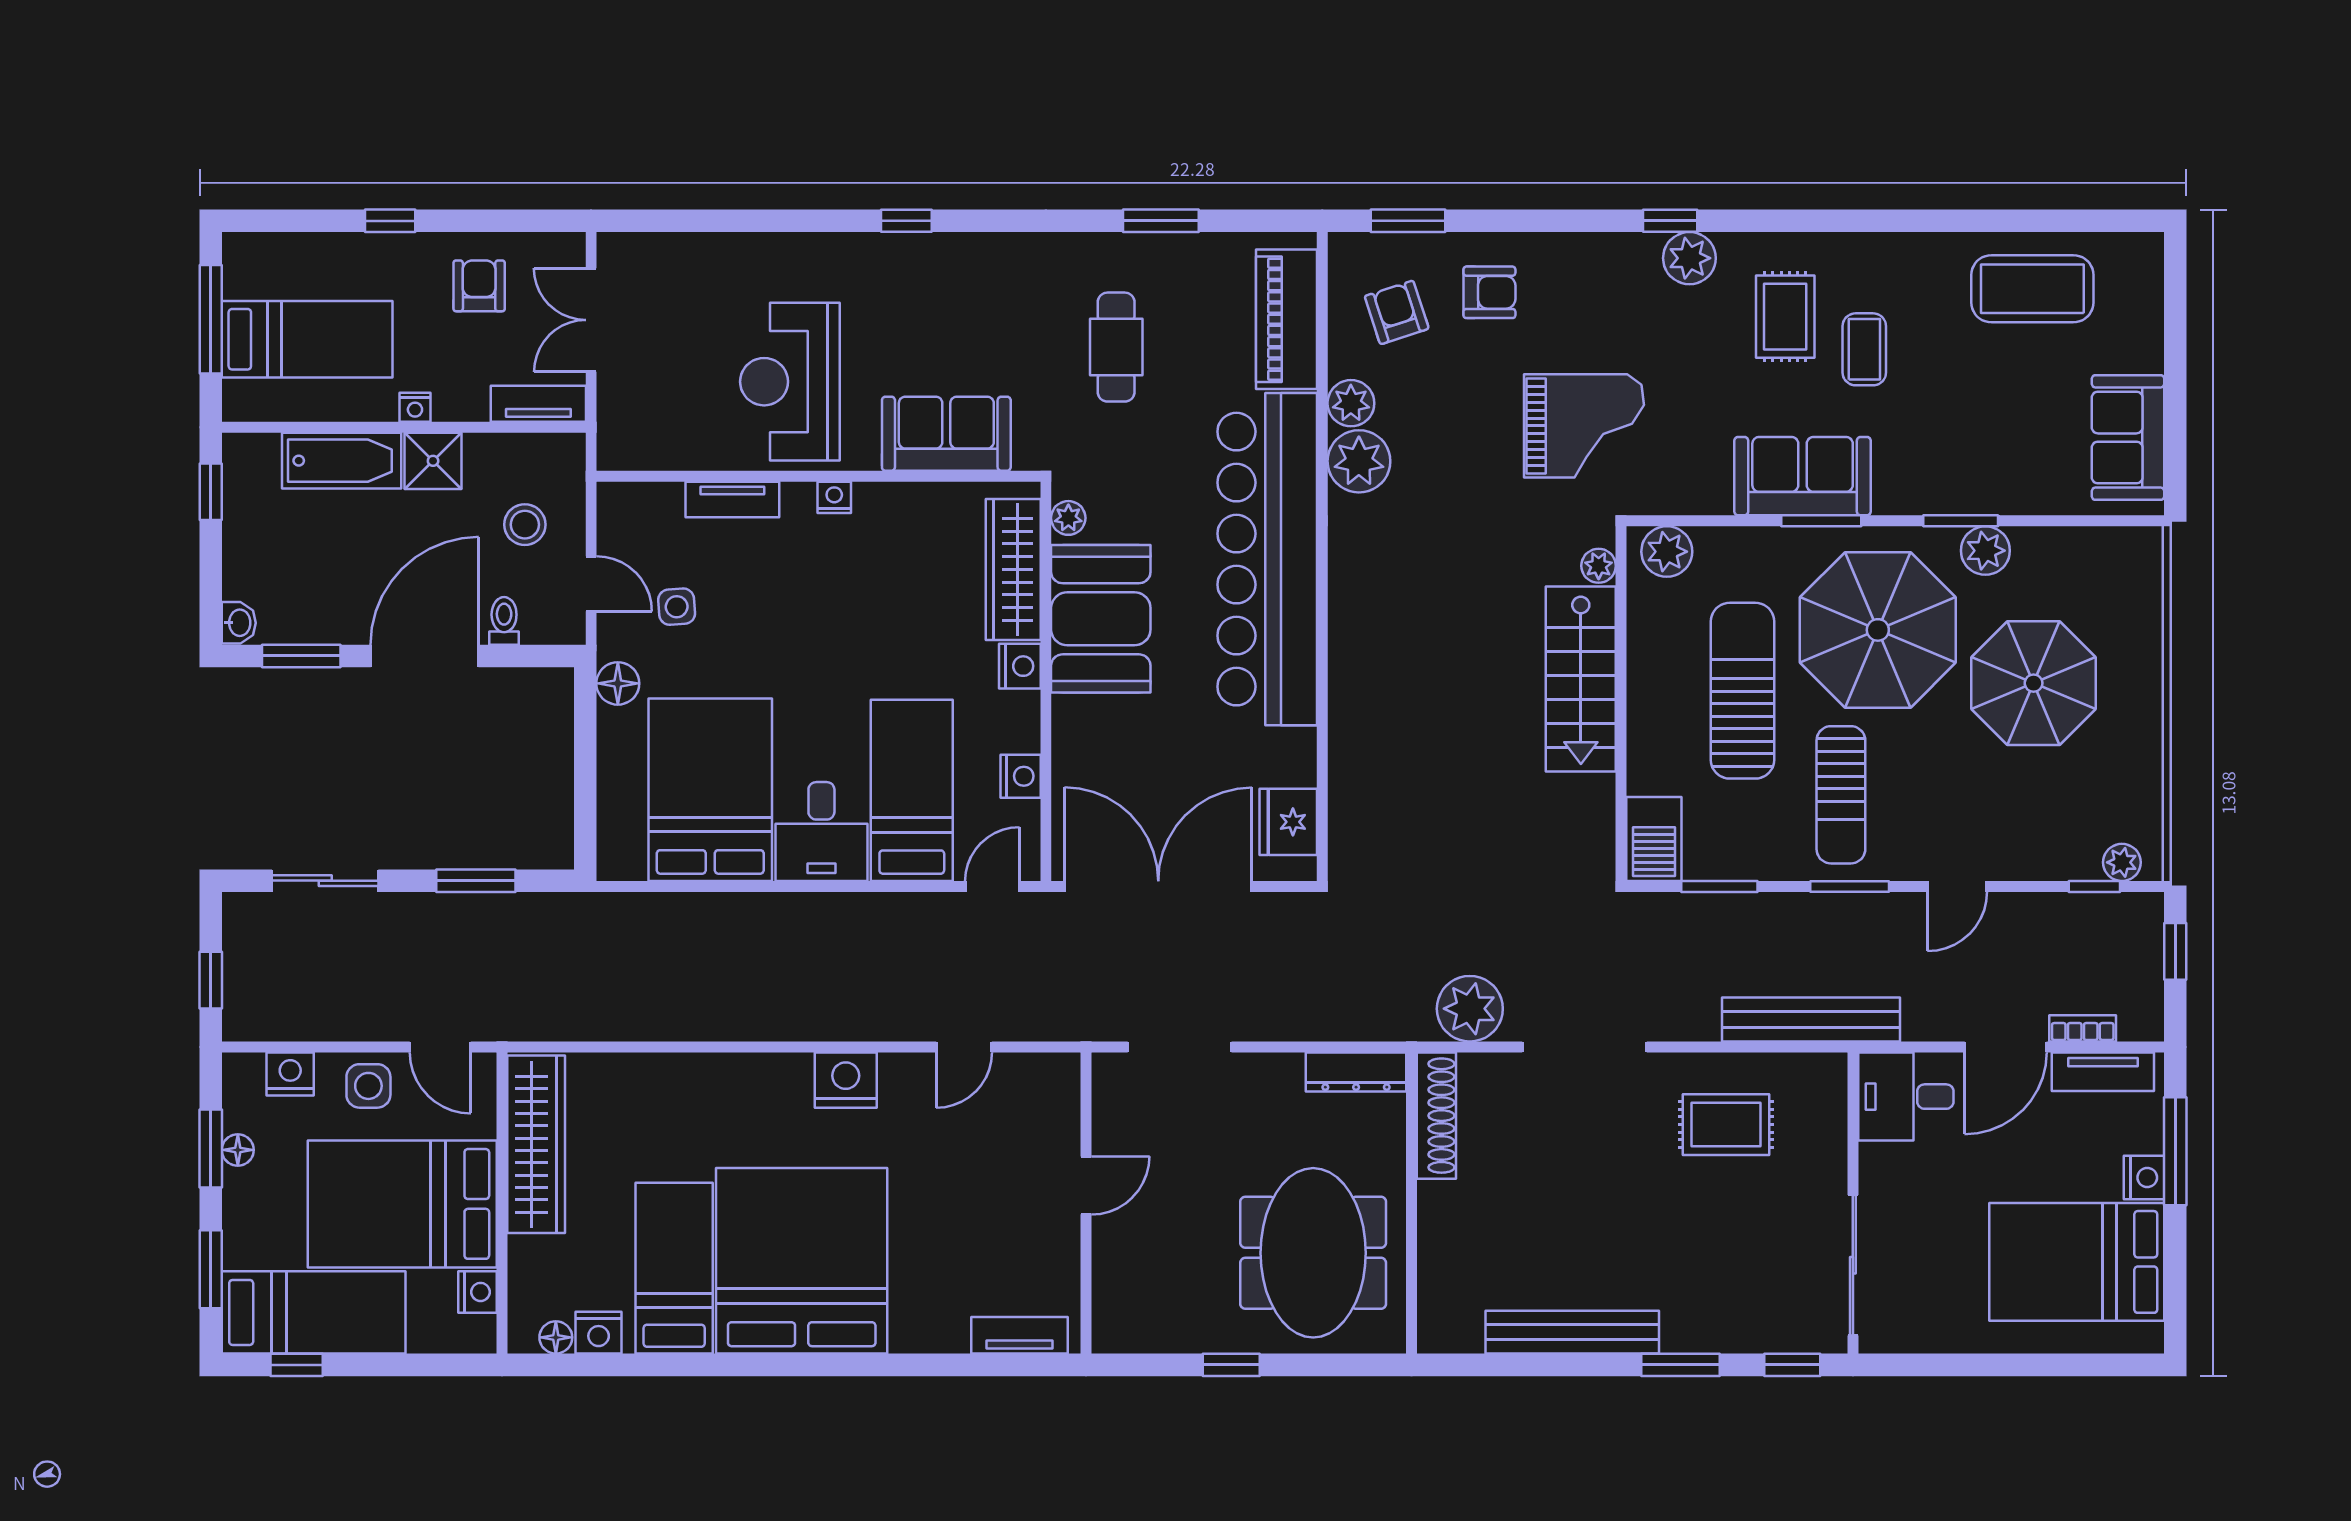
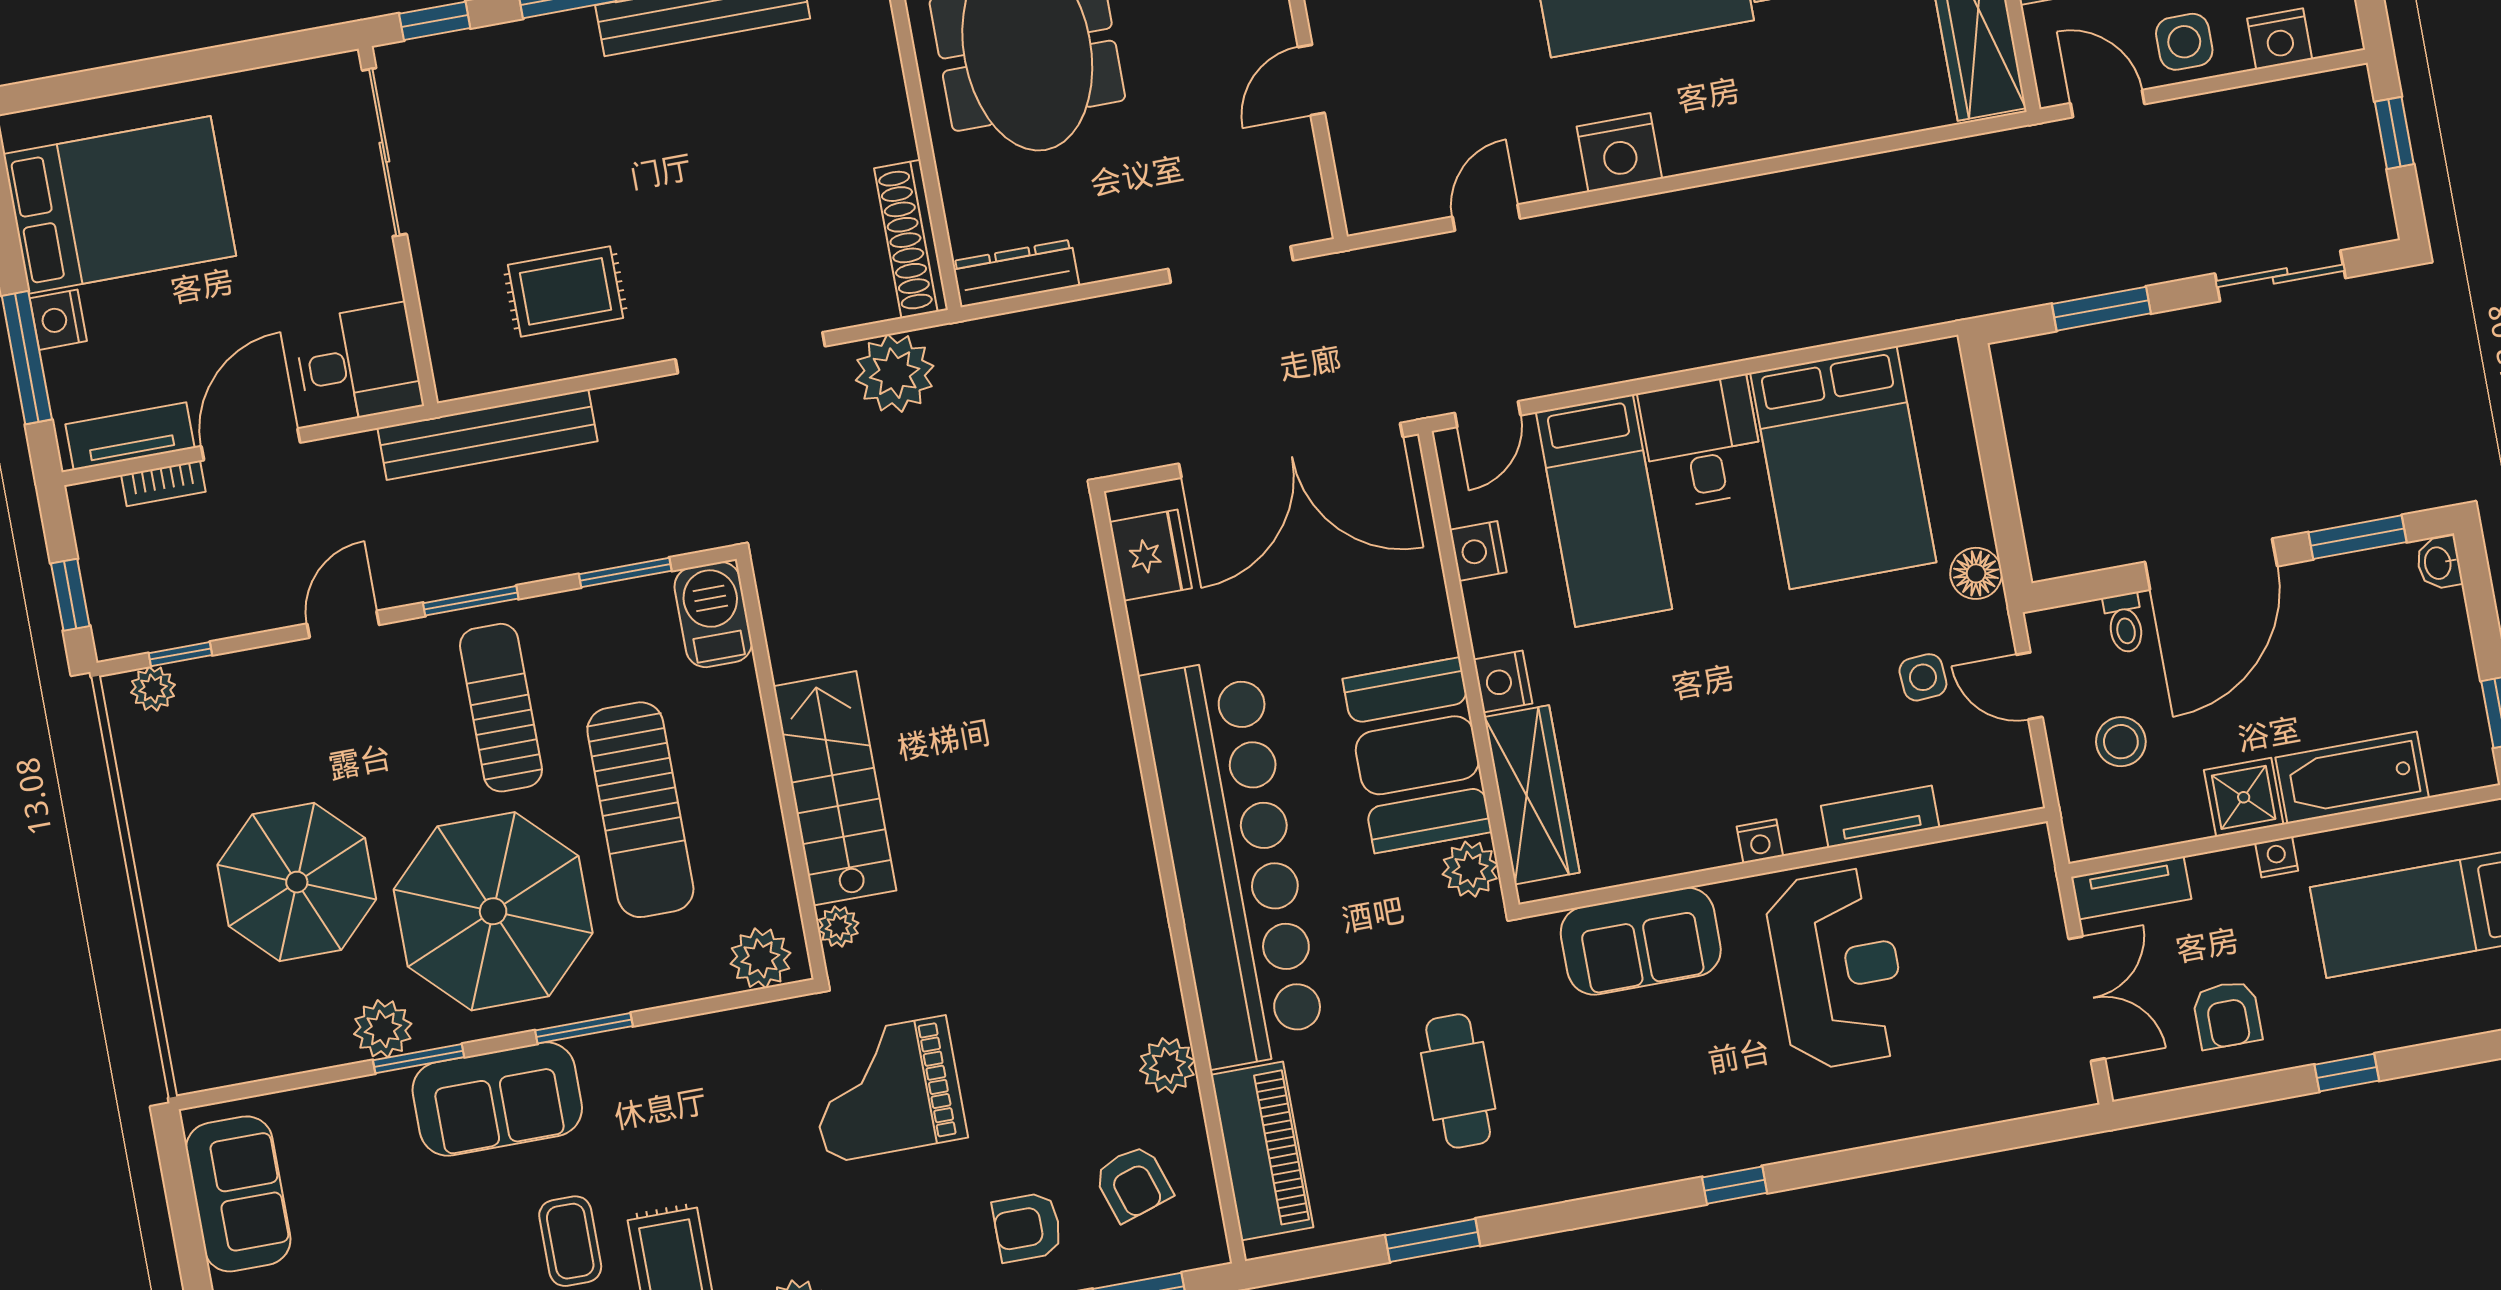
plant: (1359, 461) -> (1145, 998), removed
sofa: (1803, 476) -> (497, 1099), moved
plant: (1068, 518) -> (1470, 869), width x1.38, depth x1.38

